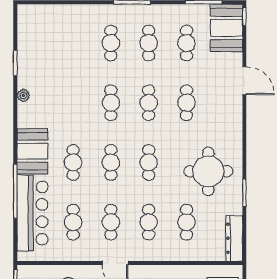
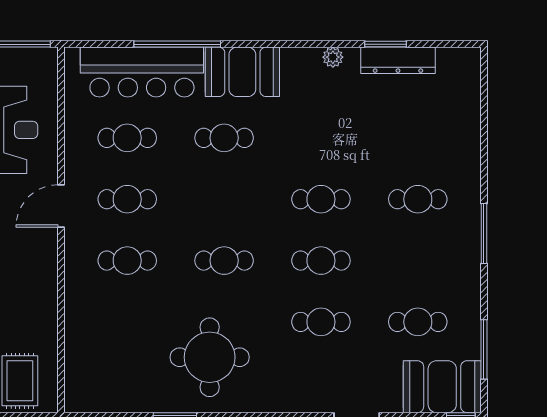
cafe table: (149, 43) -> (418, 261), removed
cafe table: (111, 162) -> (224, 199), removed
cafe table: (187, 222) -> (127, 322), removed
dresser: (234, 238) -> (398, 60), moved, turned 180

